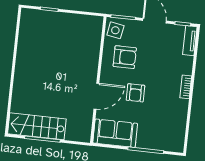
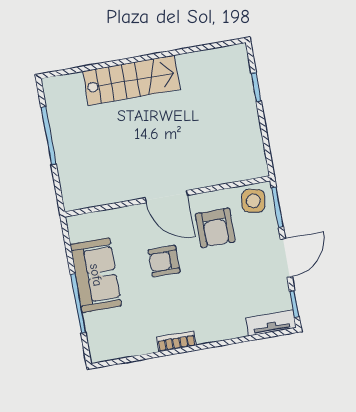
bookcase: (186, 87) -> (176, 341), moved
door: (96, 96) -> (166, 197), moved
stairs: (37, 126) -> (131, 80), moved, turned 90
sofa: (115, 133) -> (96, 275), moved

